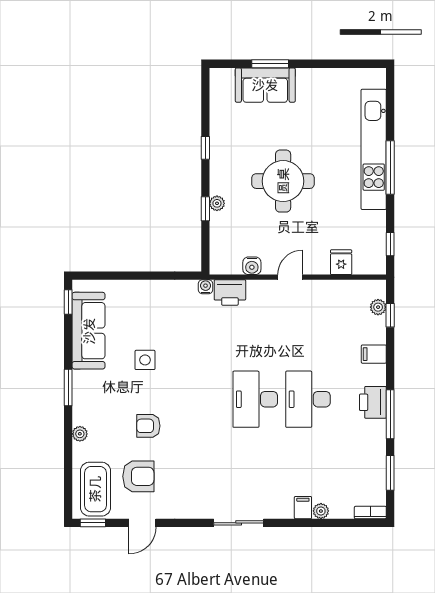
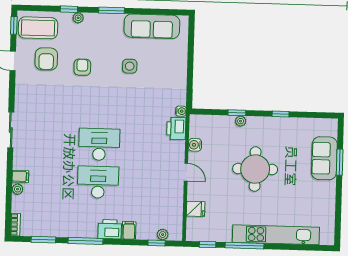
window: (390, 168) -> (245, 246), moved
window: (68, 302) -> (69, 9), moved
printer: (373, 402) -> (110, 229), moved

